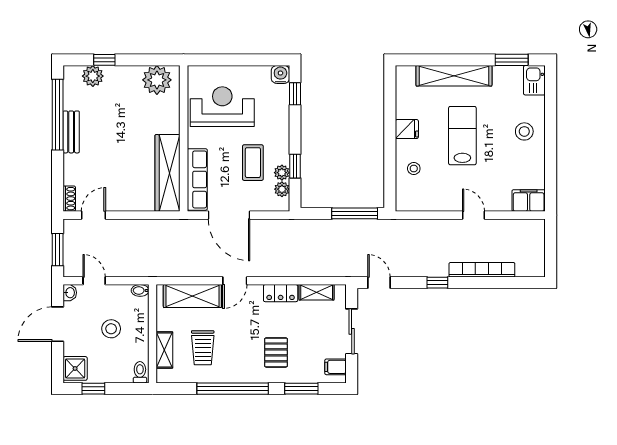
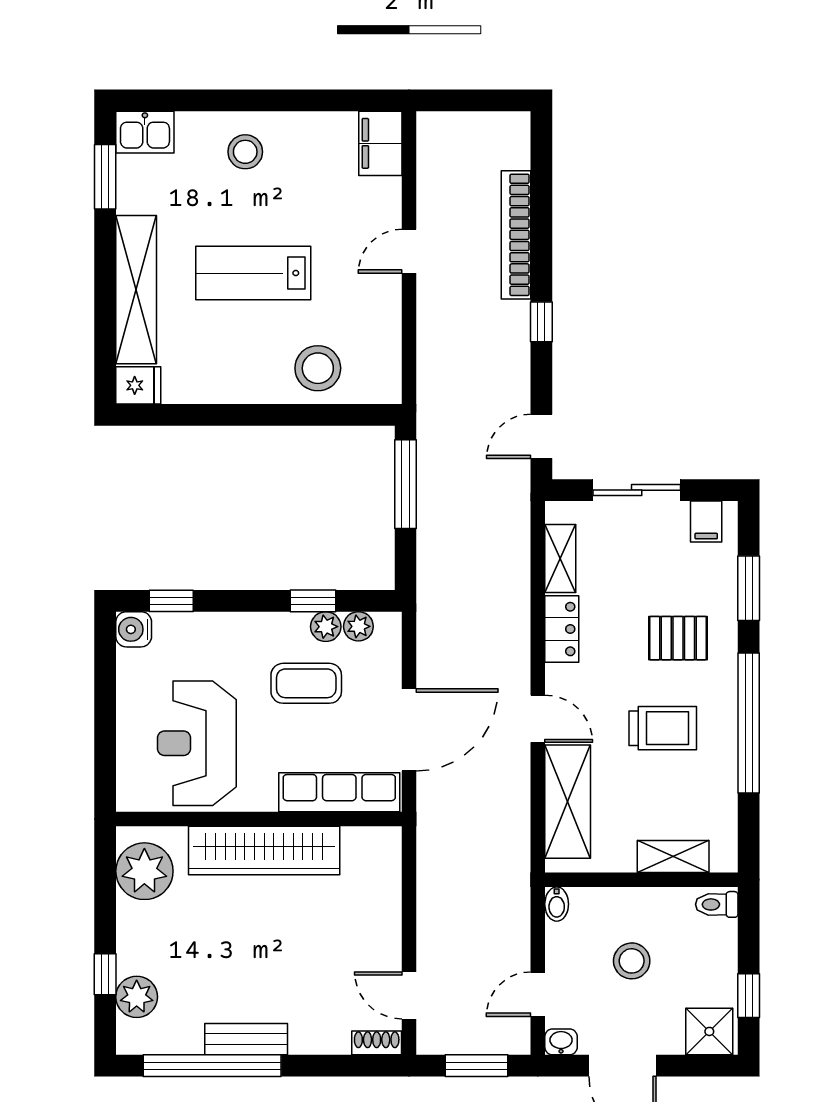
fridge: (407, 129) -> (138, 385), moved, turned 90
stool: (414, 168) -> (318, 368), width x1.89, depth x1.89
wardrobe: (167, 173) -> (264, 850), moved
trolley: (203, 348) -> (663, 728), moved

